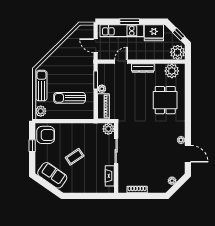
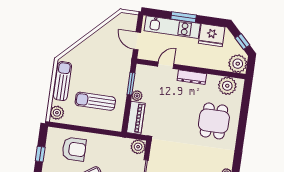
armchair: (46, 135) -> (74, 149), moved

